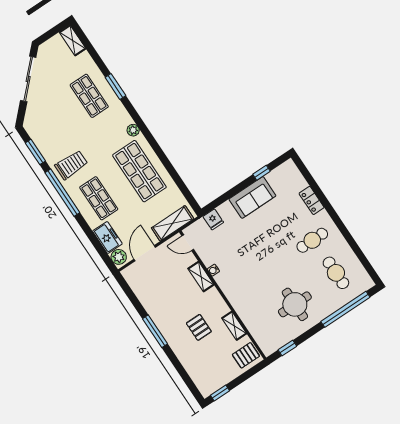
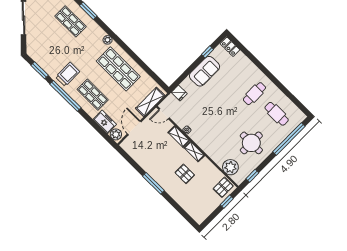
locker: (312, 200) -> (230, 47), moved
shelving: (234, 326) -> (194, 152), moved
plant: (261, 331) -> (230, 167), added
window: (220, 393) -> (227, 202), moved

